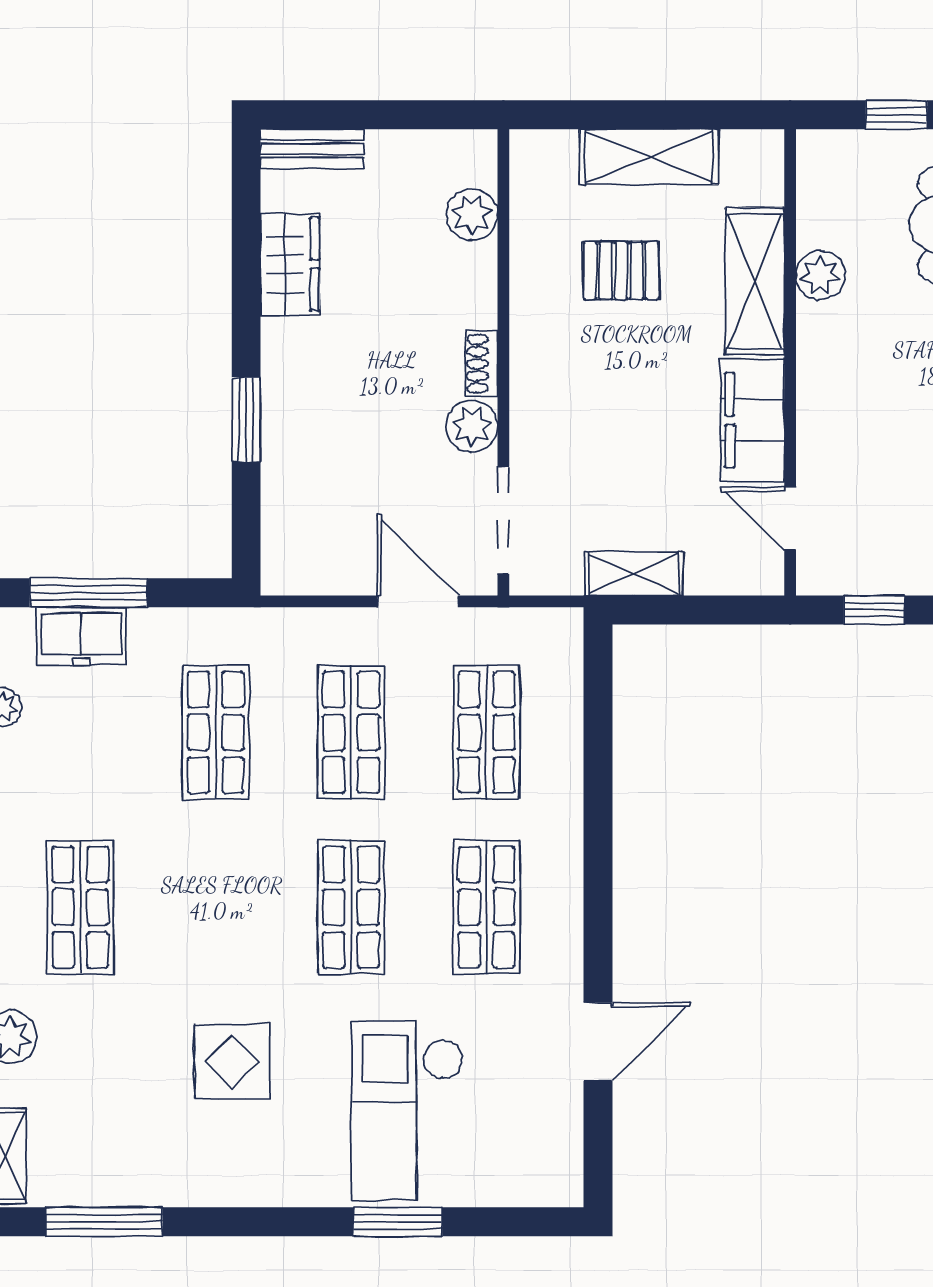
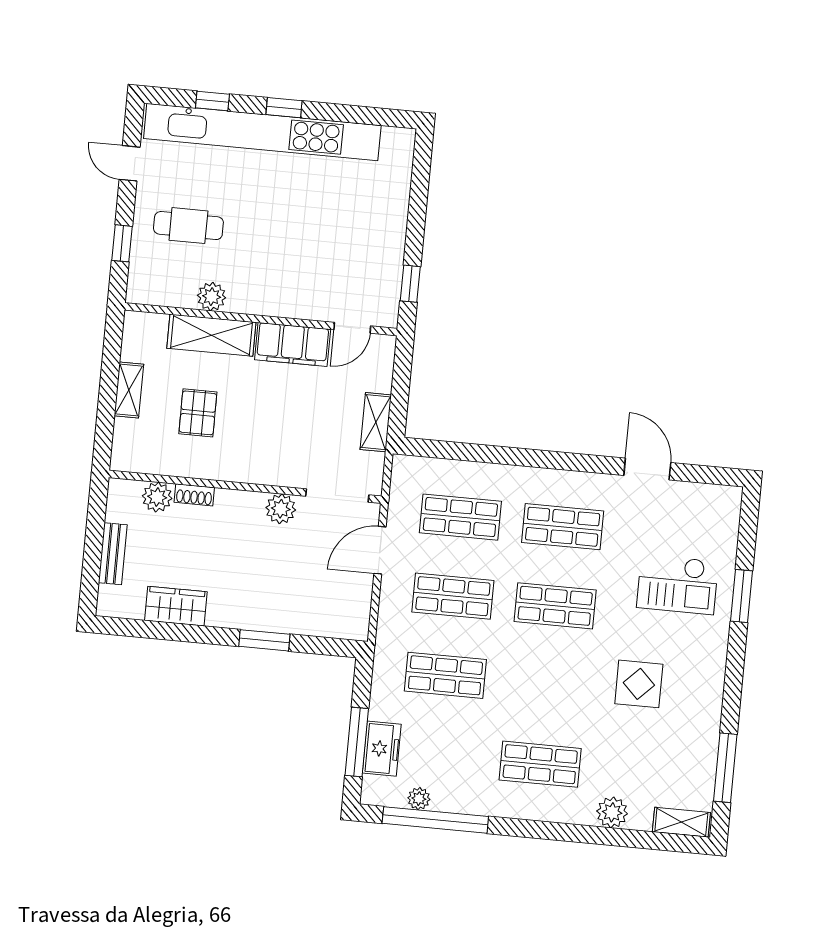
bench: (312, 149) -> (113, 554), moved
shelving: (649, 157) -> (129, 390), width x0.67, depth x0.75
shoe rack: (482, 364) -> (194, 495), moved
checkout: (407, 1111) -> (677, 584), width x0.73, depth x0.83

